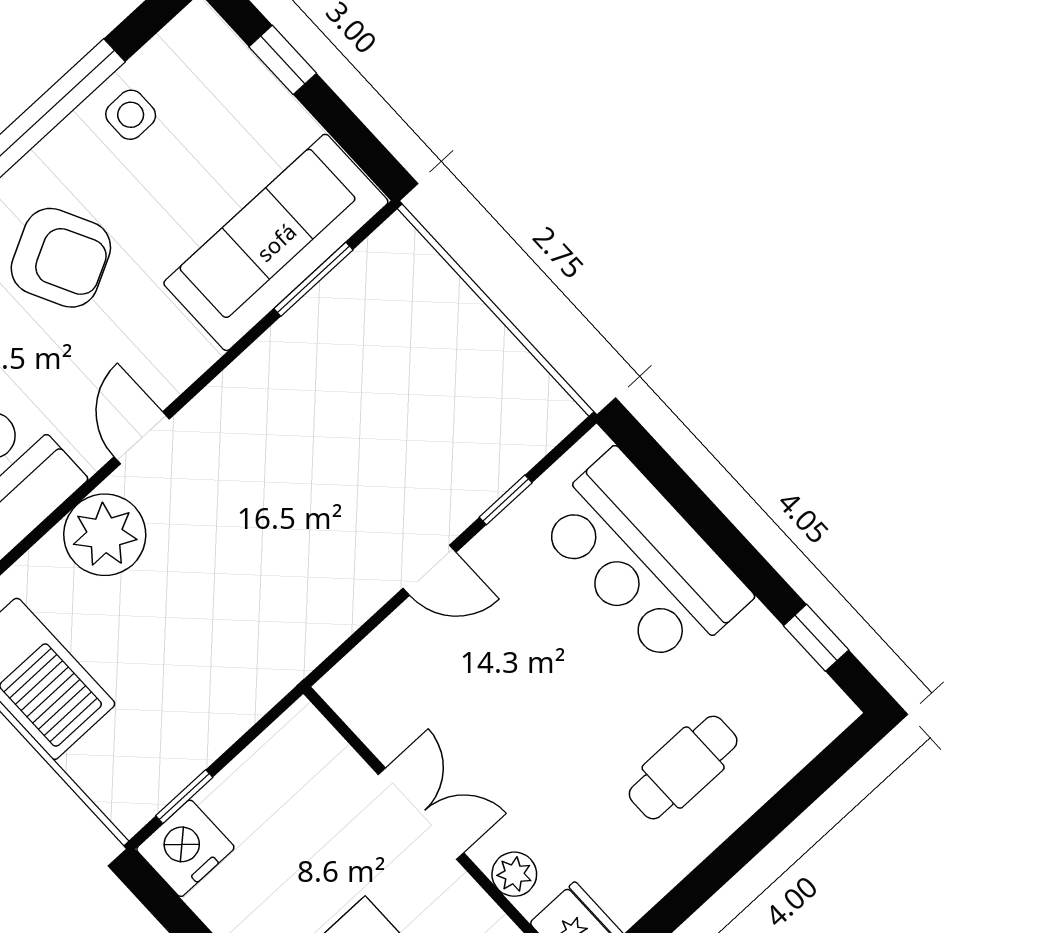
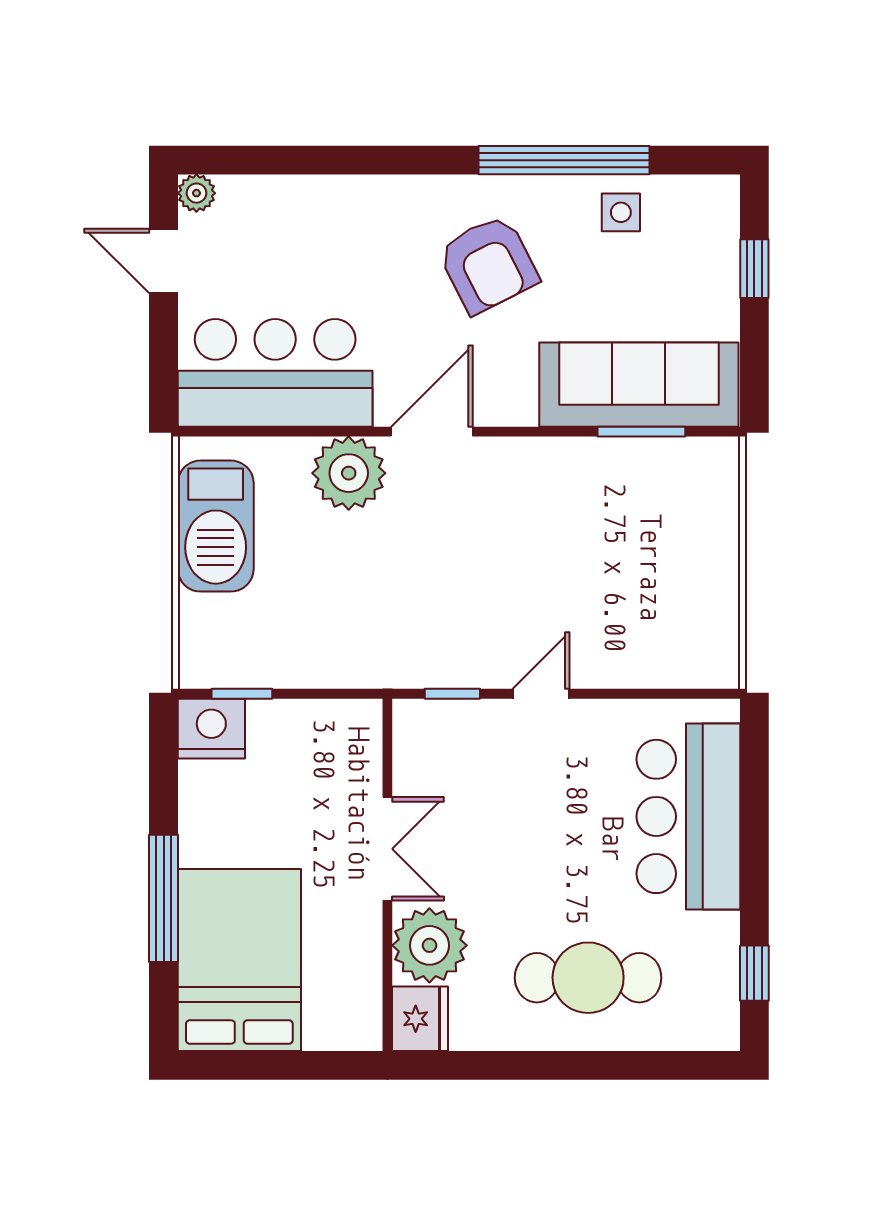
door: (142, 438) -> (432, 432), width x1.37
window: (506, 500) -> (452, 694), moved
door: (429, 570) -> (541, 694), swing flipped
cafe table: (683, 768) -> (588, 978), width x1.37, depth x1.35
plant: (514, 874) -> (429, 945), width x1.88, depth x1.88

